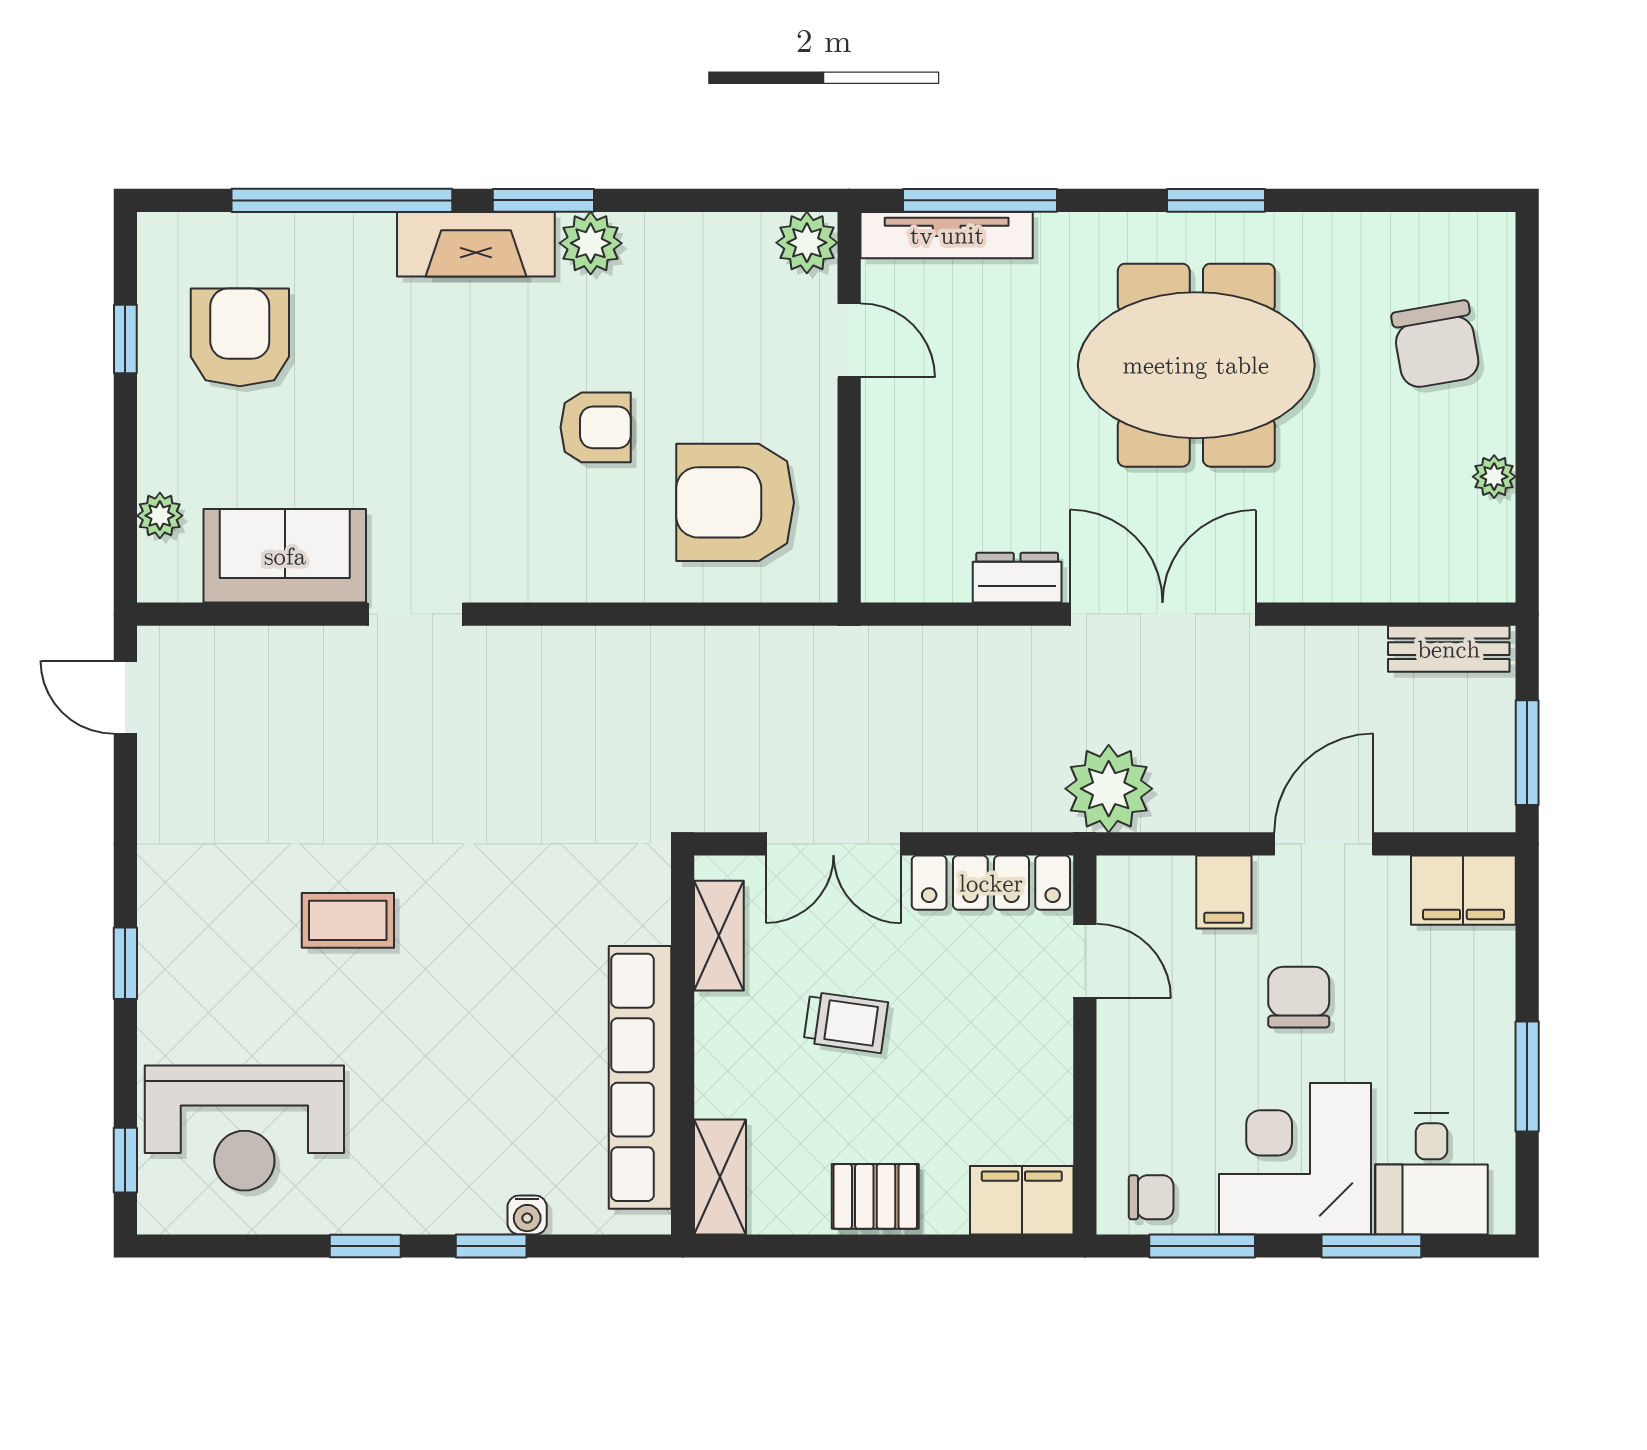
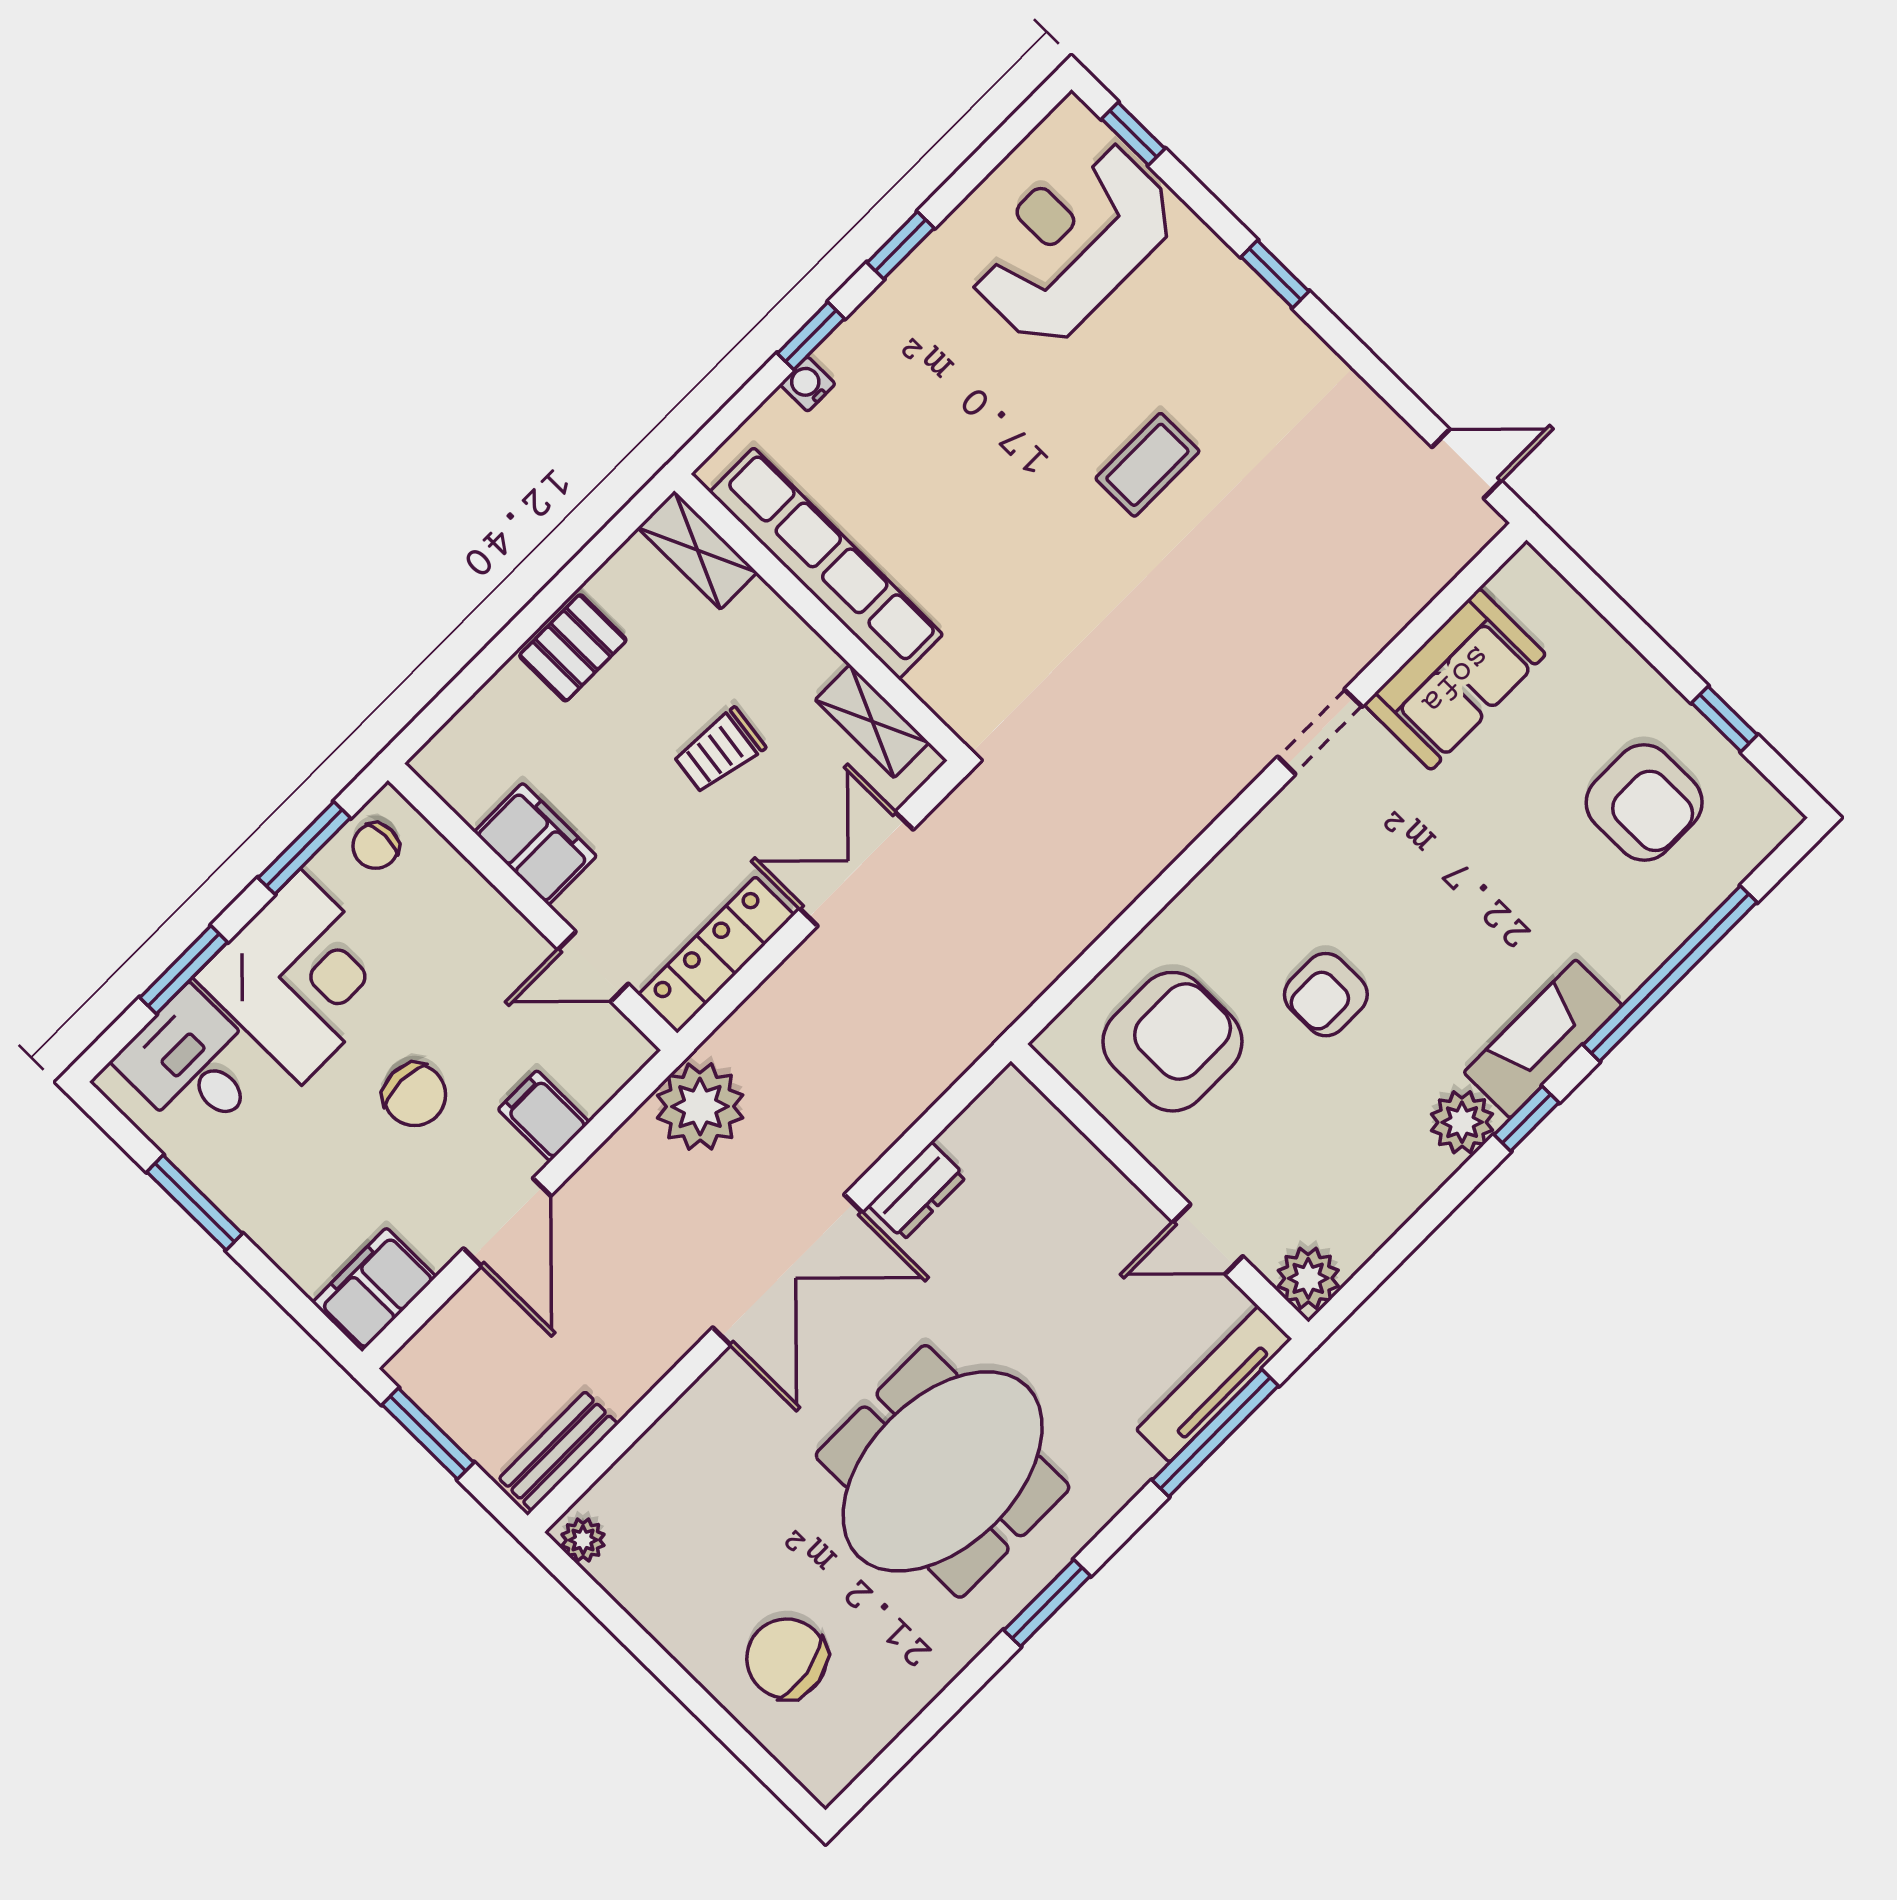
window: (543, 200) -> (1526, 1119), width x0.67
plant: (1494, 477) -> (583, 1540), moved
plant: (160, 516) -> (1573, 618), removed
filing cabinet: (1022, 1200) -> (535, 844), moved, turned -90

